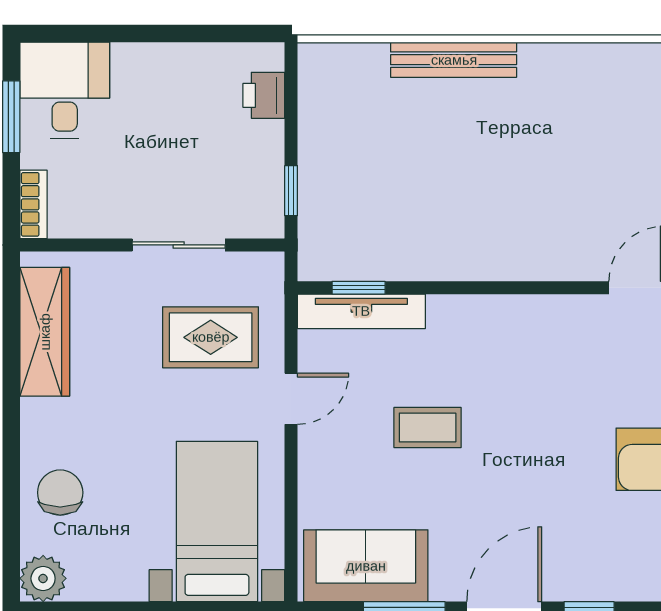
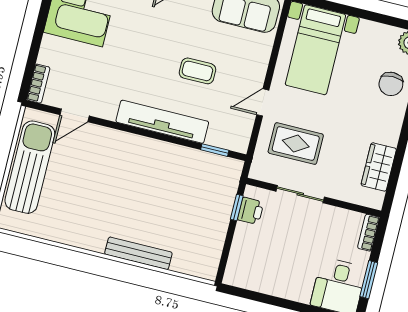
printer: (264, 95) -> (251, 211), moved
tv unit: (361, 311) -> (162, 122), moved, width x1.36, depth x1.29
wardrobe: (45, 332) -> (379, 167), width x0.67

